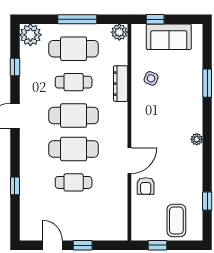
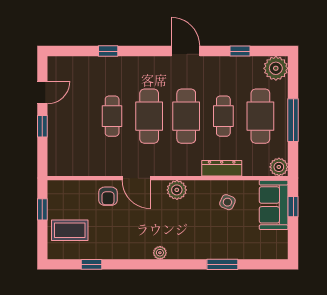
sofa: (169, 37) -> (274, 205), moved
plant: (140, 124) -> (177, 190), added
armchair: (146, 186) -> (108, 196), turned -90

